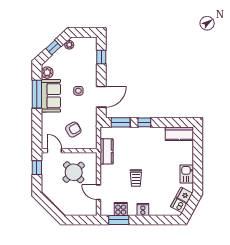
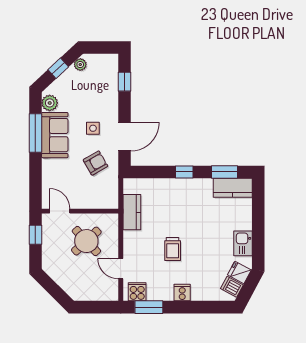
window: (121, 122) -> (224, 172), moved
armchair: (73, 130) -> (95, 163), moved
cooker: (121, 209) -> (137, 292), moved

